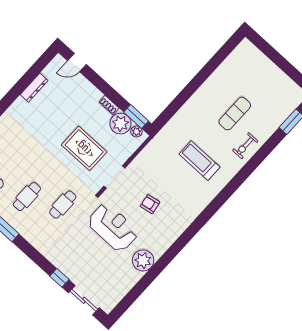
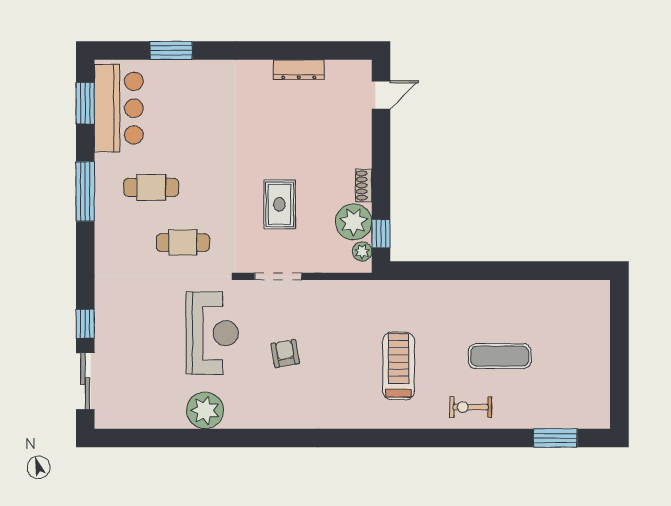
door: (77, 62) -> (381, 95), swing flipped
window: (136, 116) -> (381, 234), width x0.67
rug: (84, 148) -> (280, 204), width x0.73, depth x0.70

